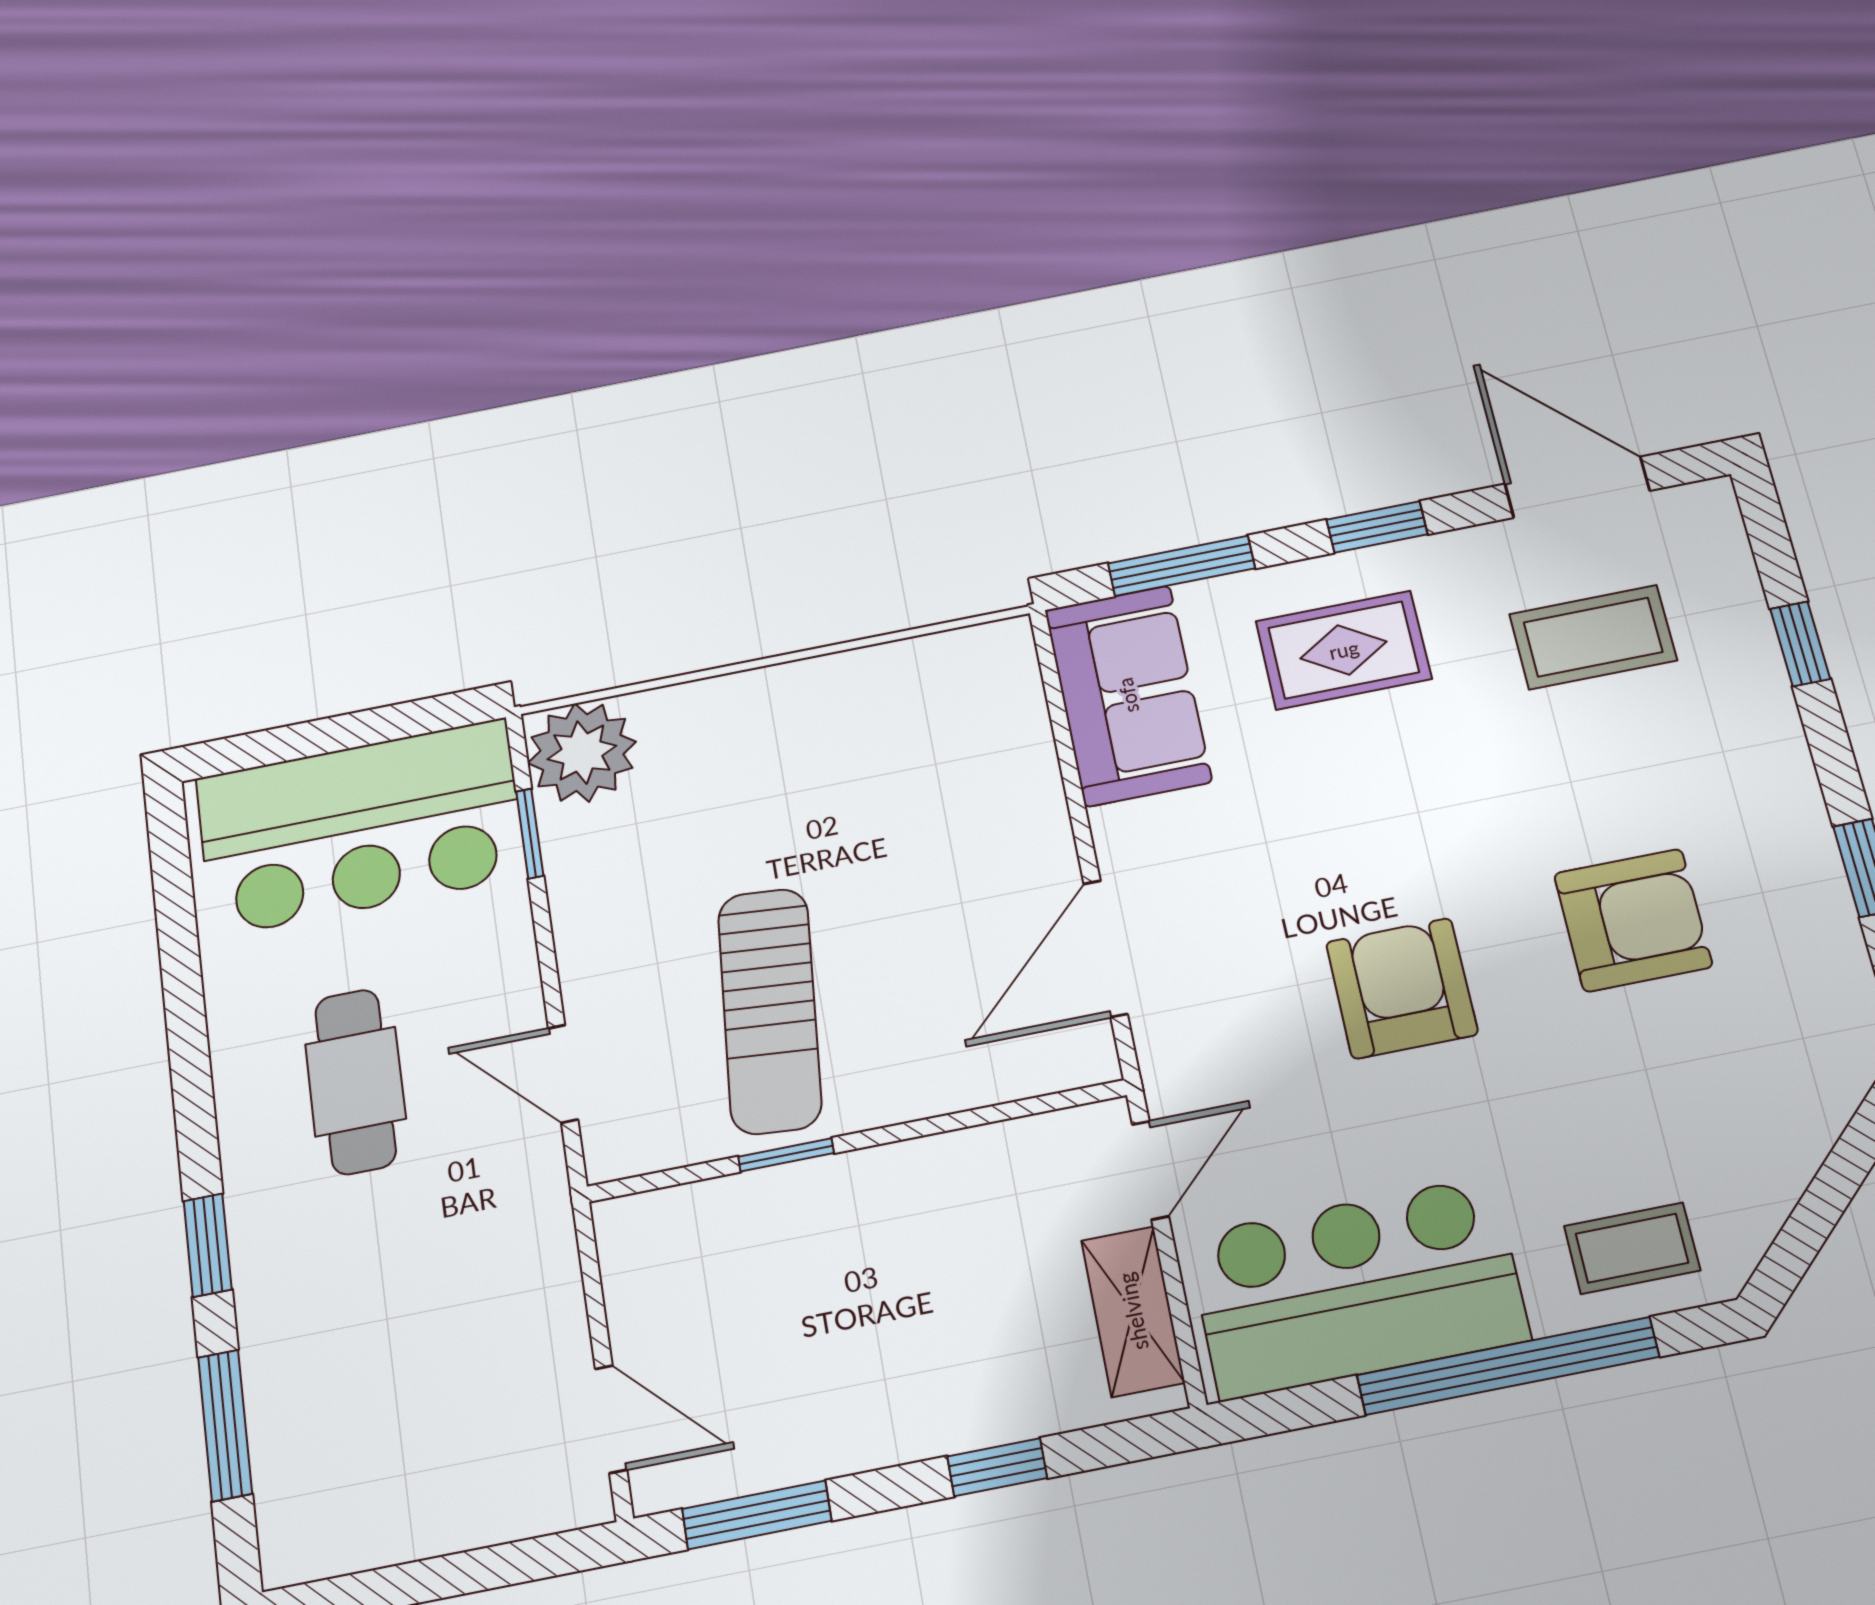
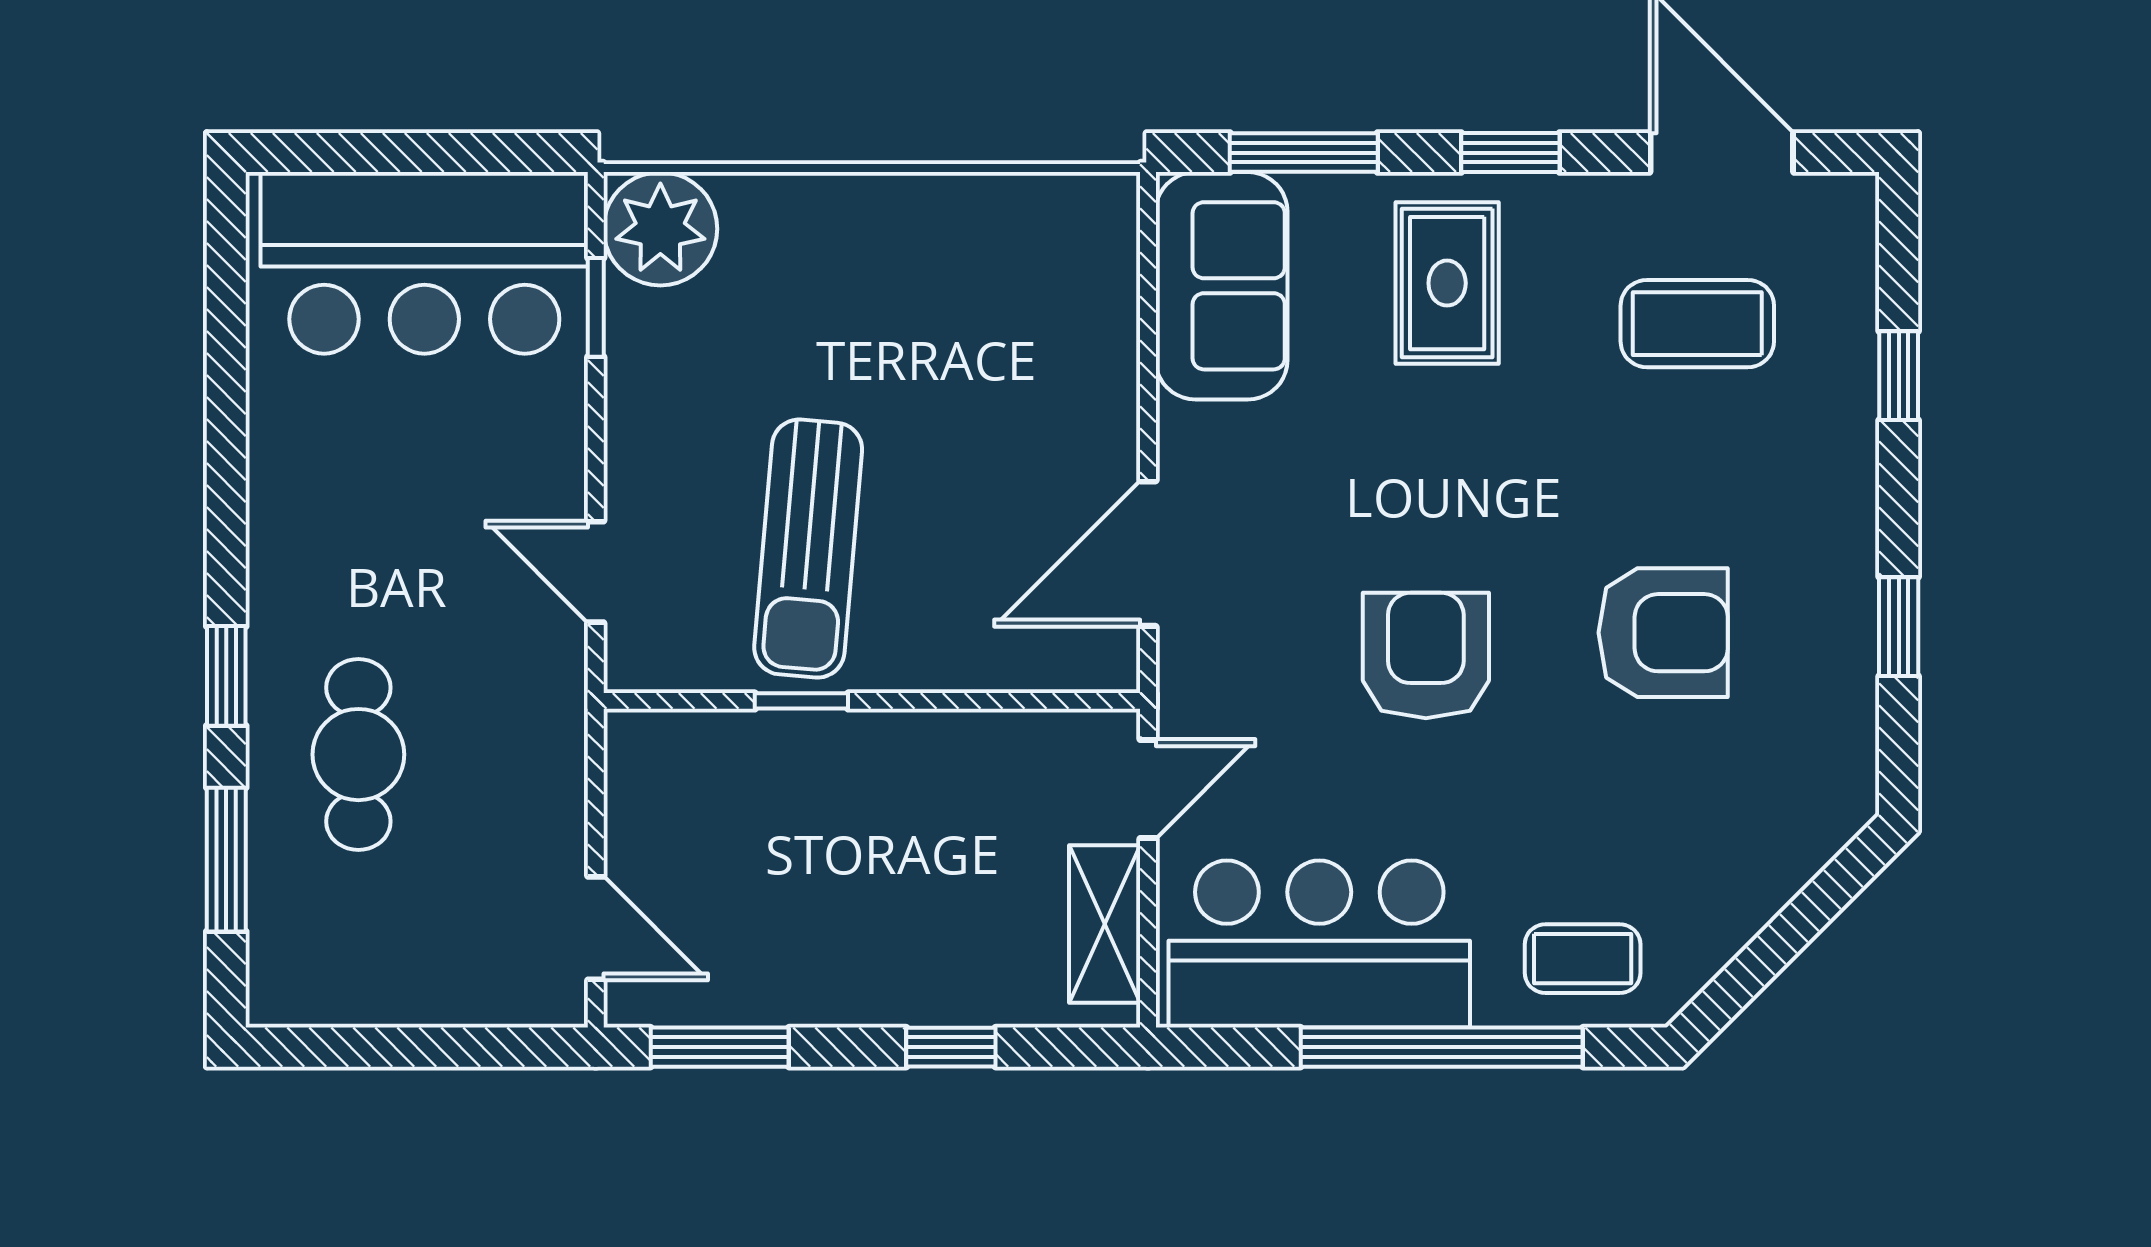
rug: (1344, 650) -> (1447, 283), turned 90
cafe table: (355, 1081) -> (358, 755), moved

